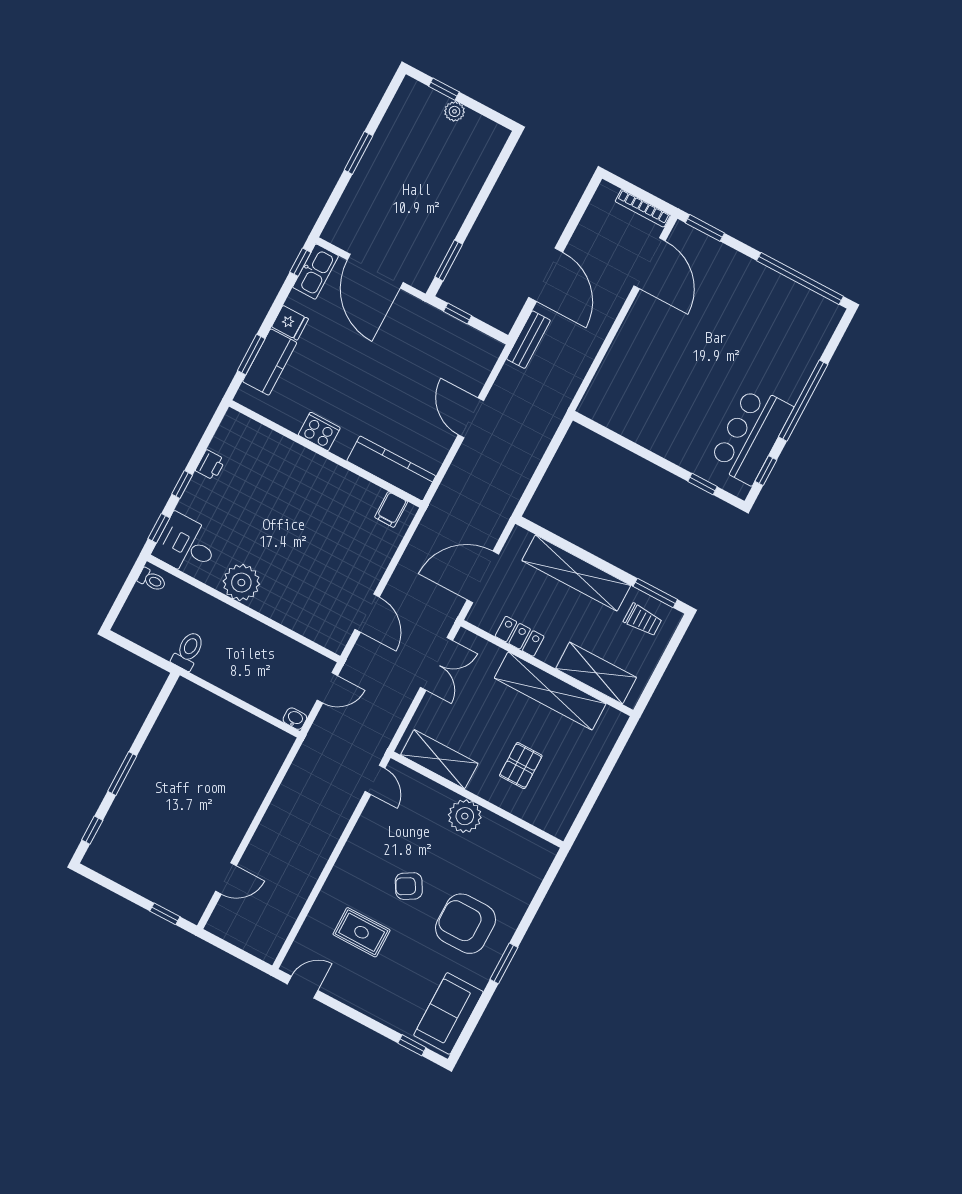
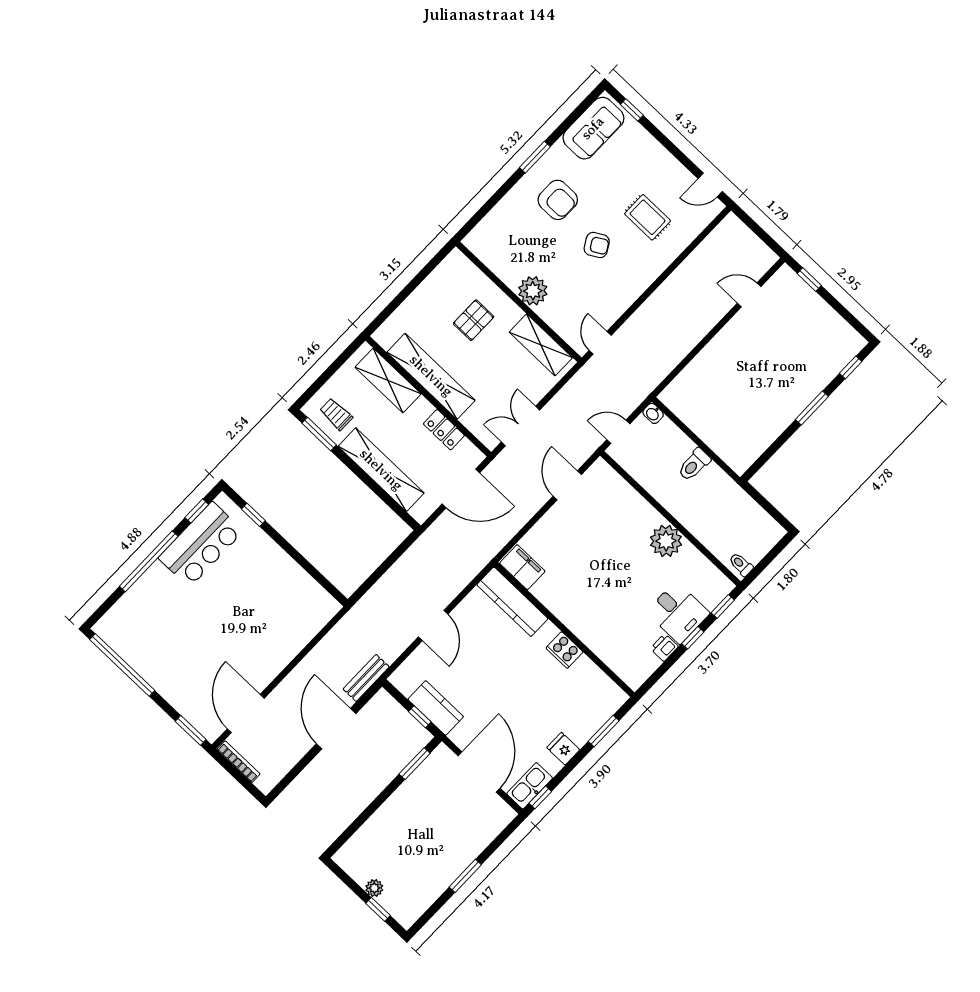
kitchen counter: (270, 362) -> (436, 708), moved, turned 90
filing cabinet: (391, 510) -> (522, 567), width x2.00
desk: (186, 545) -> (678, 613), moved
toilet: (188, 651) -> (694, 465), moved
armchair: (466, 924) -> (558, 200), width x0.73, depth x0.73

